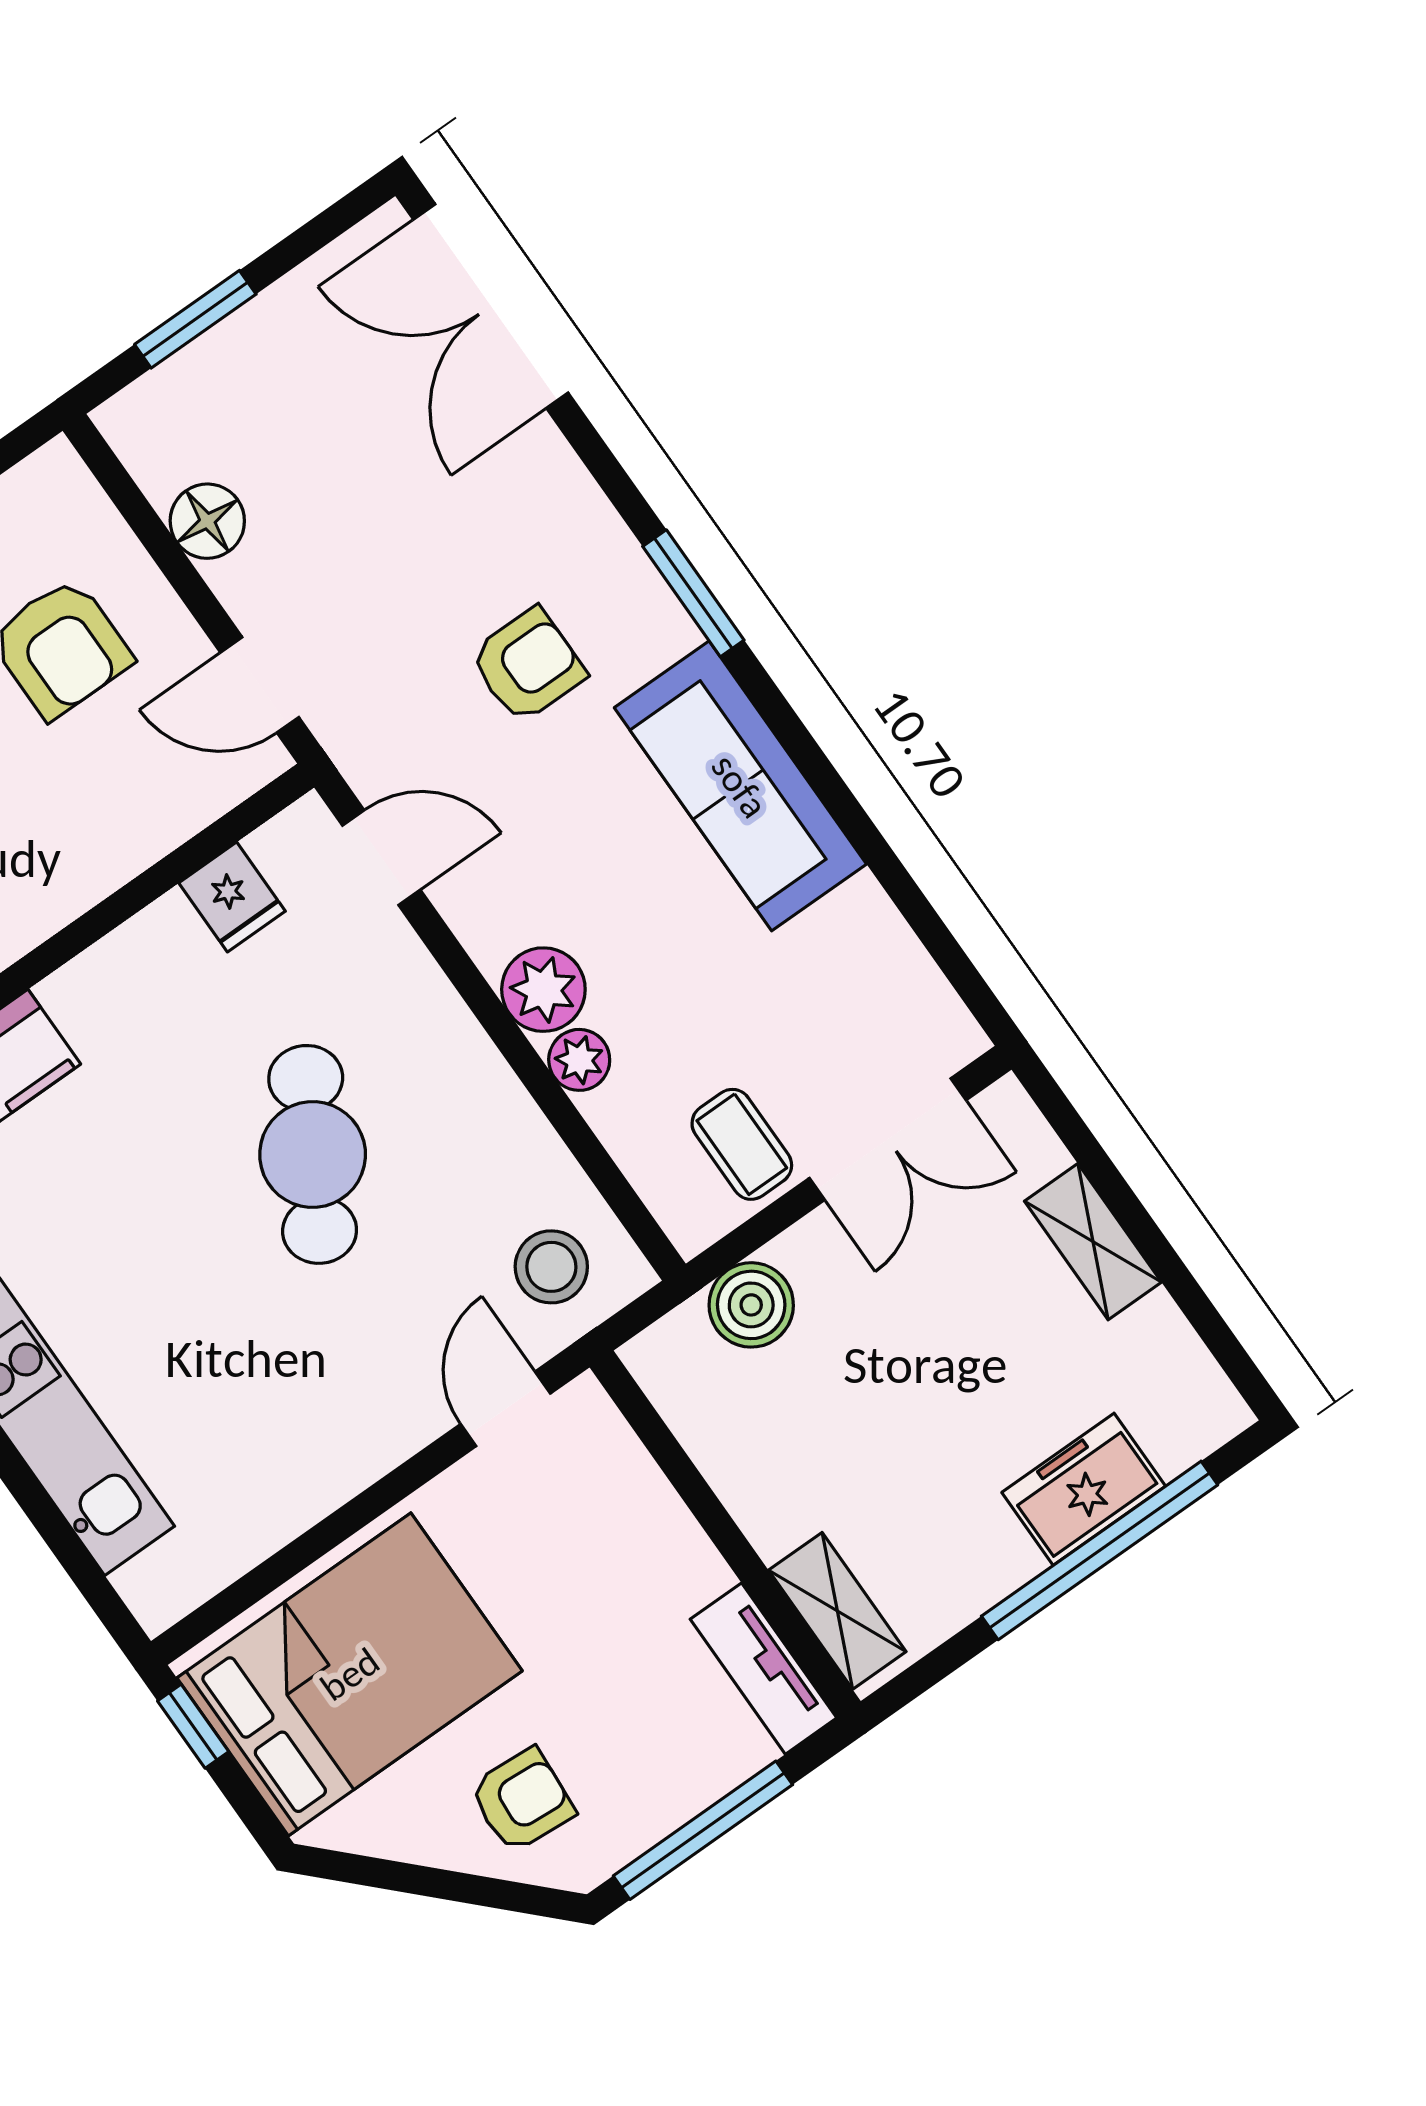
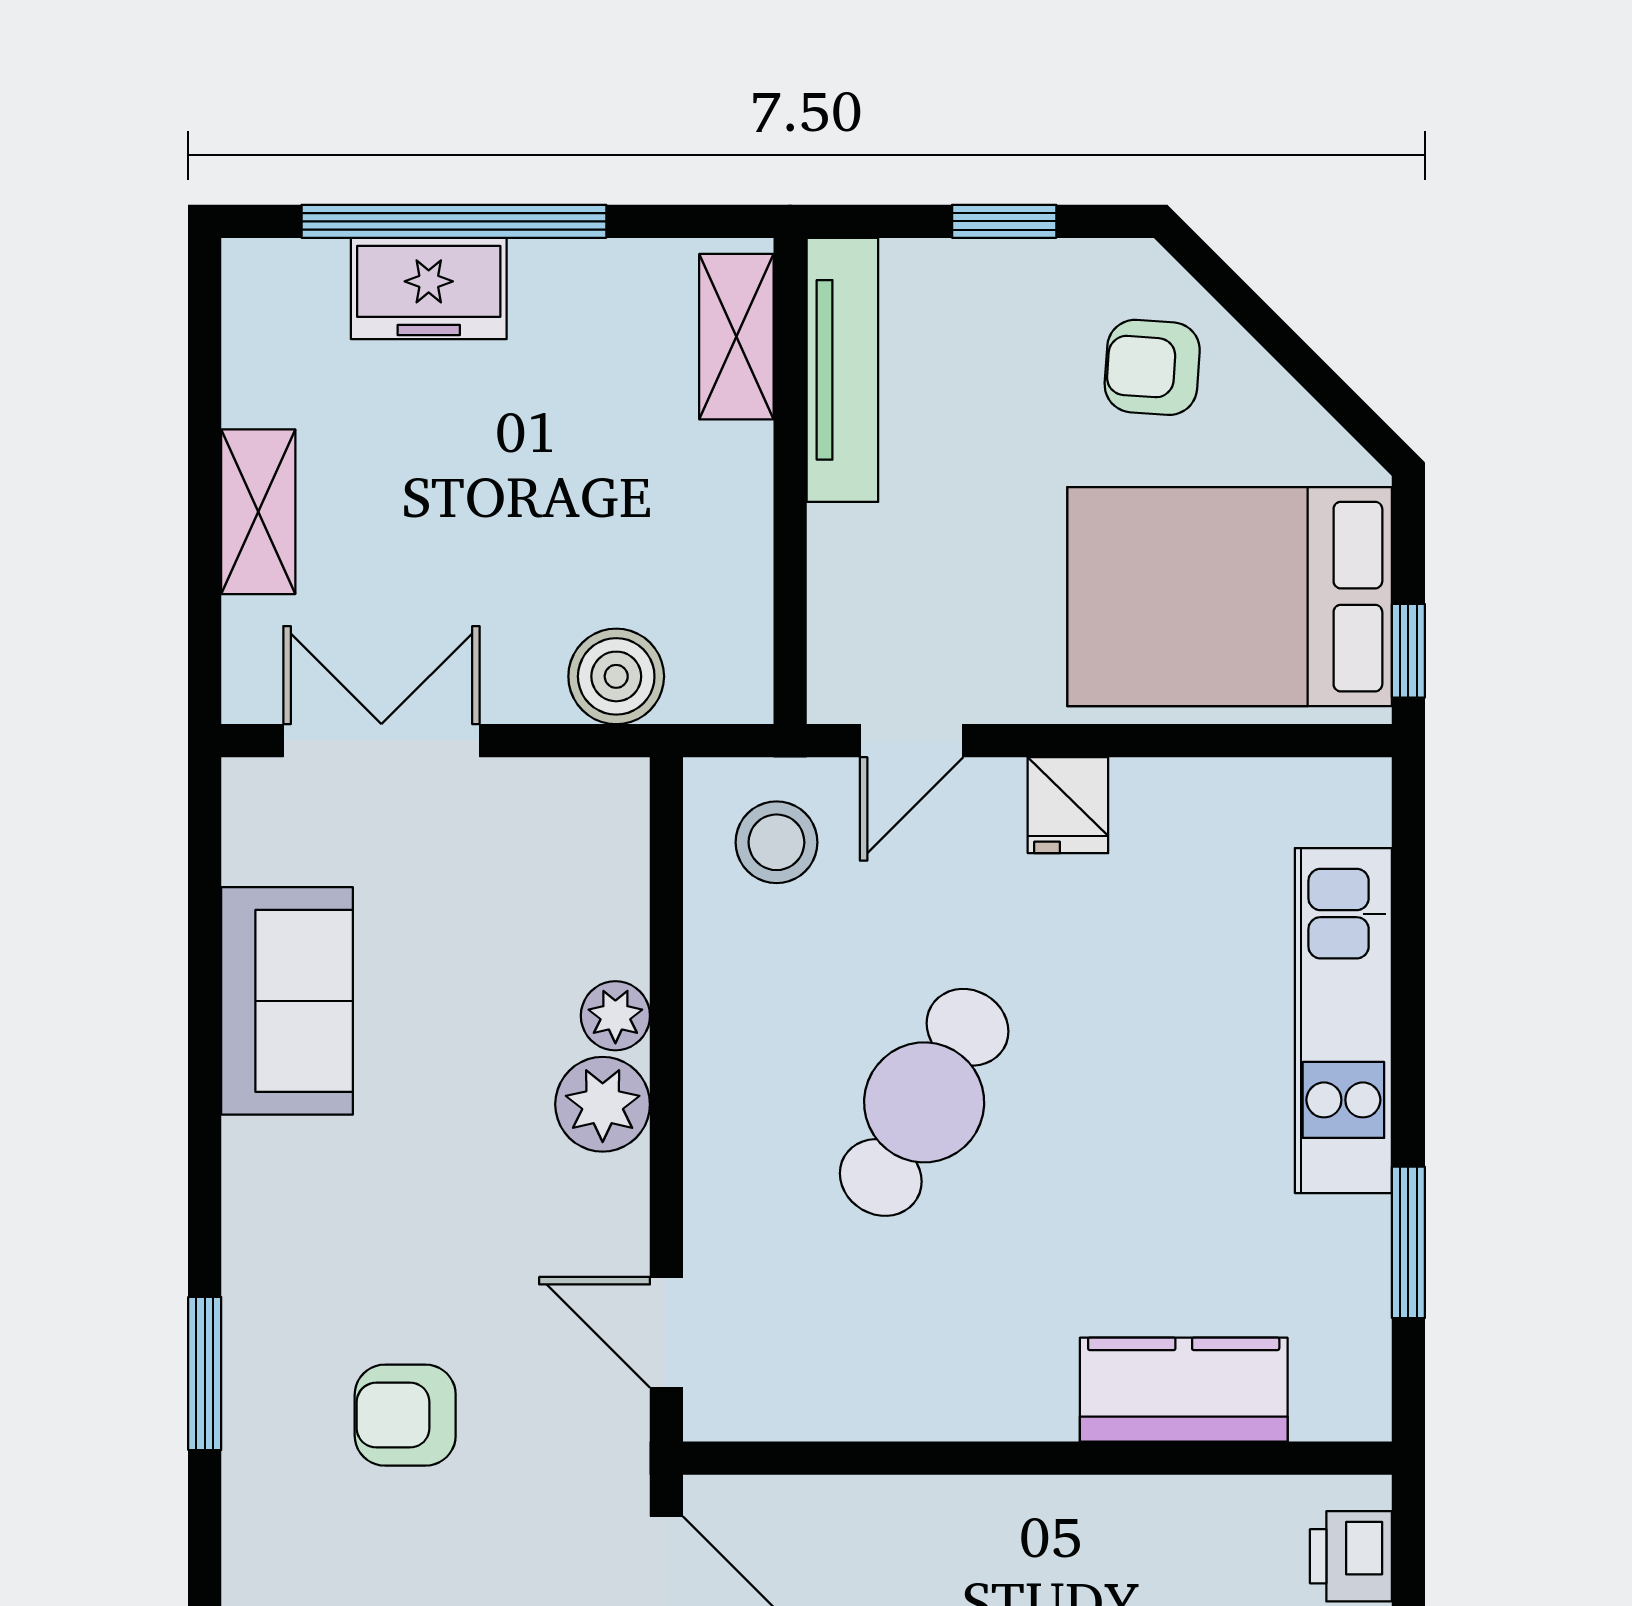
sofa: (740, 786) -> (287, 1001), moved, width x0.73
fridge: (232, 897) -> (1068, 805), moved, turned 180
coffee table: (742, 1144) -> (520, 831), removed
tv unit: (764, 1669) -> (842, 370), width x1.41
window: (703, 1830) -> (1004, 221), width x0.46

